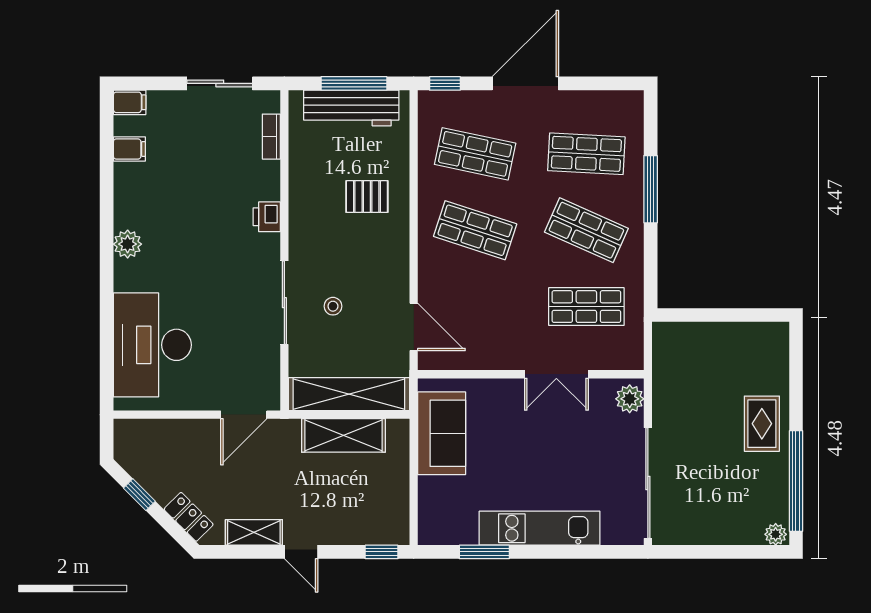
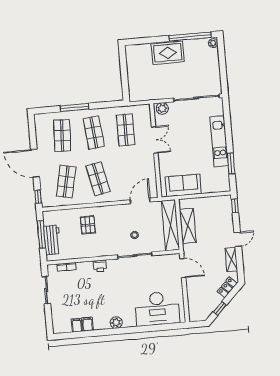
filing cabinet: (130, 102) -> (88, 324), moved
workbench: (351, 108) -> (52, 240), width x0.73
shop shelf: (475, 230) -> (98, 179), turned -30
shop shelf: (586, 230) -> (94, 133), turned -30
rug: (762, 424) -> (168, 53), width x1.36, depth x1.43

